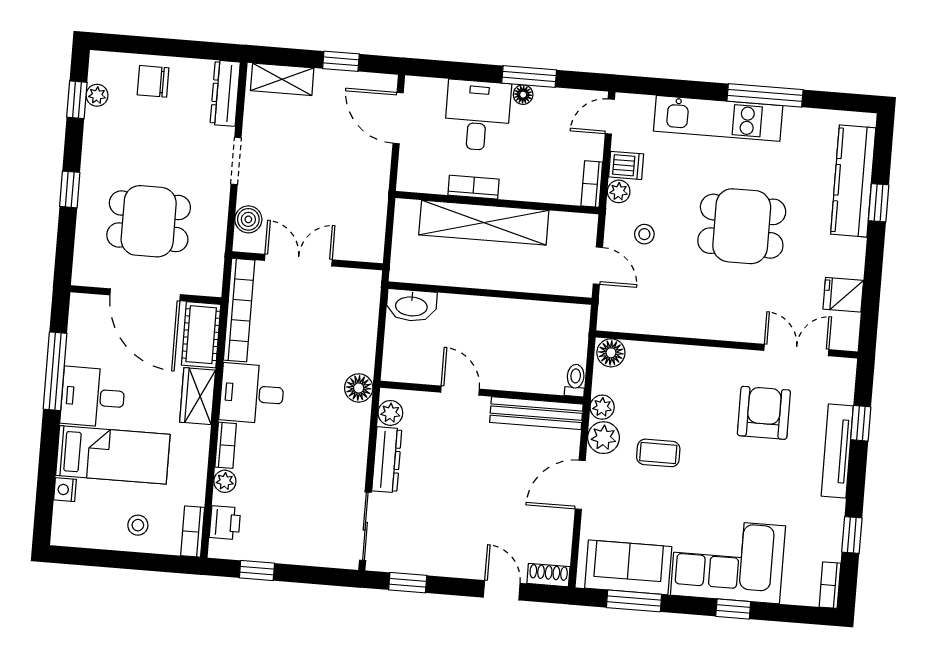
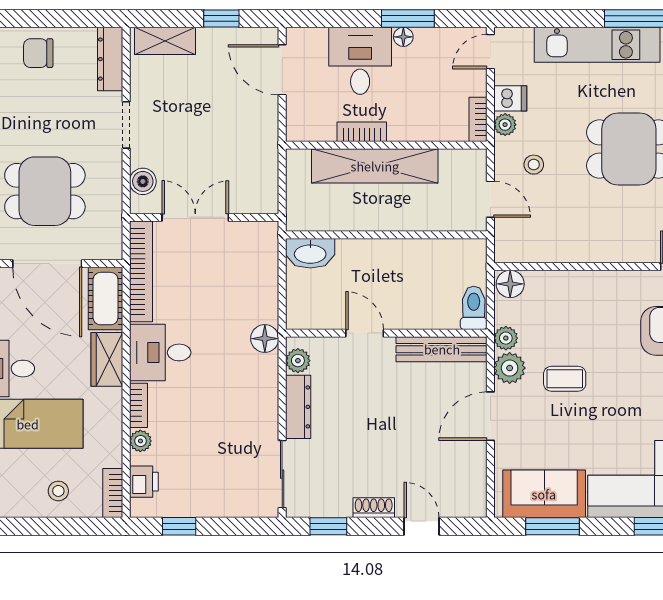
toilet: (575, 380) -> (474, 308), width x1.37, depth x1.39
shoe rack: (548, 575) -> (374, 508), moved

